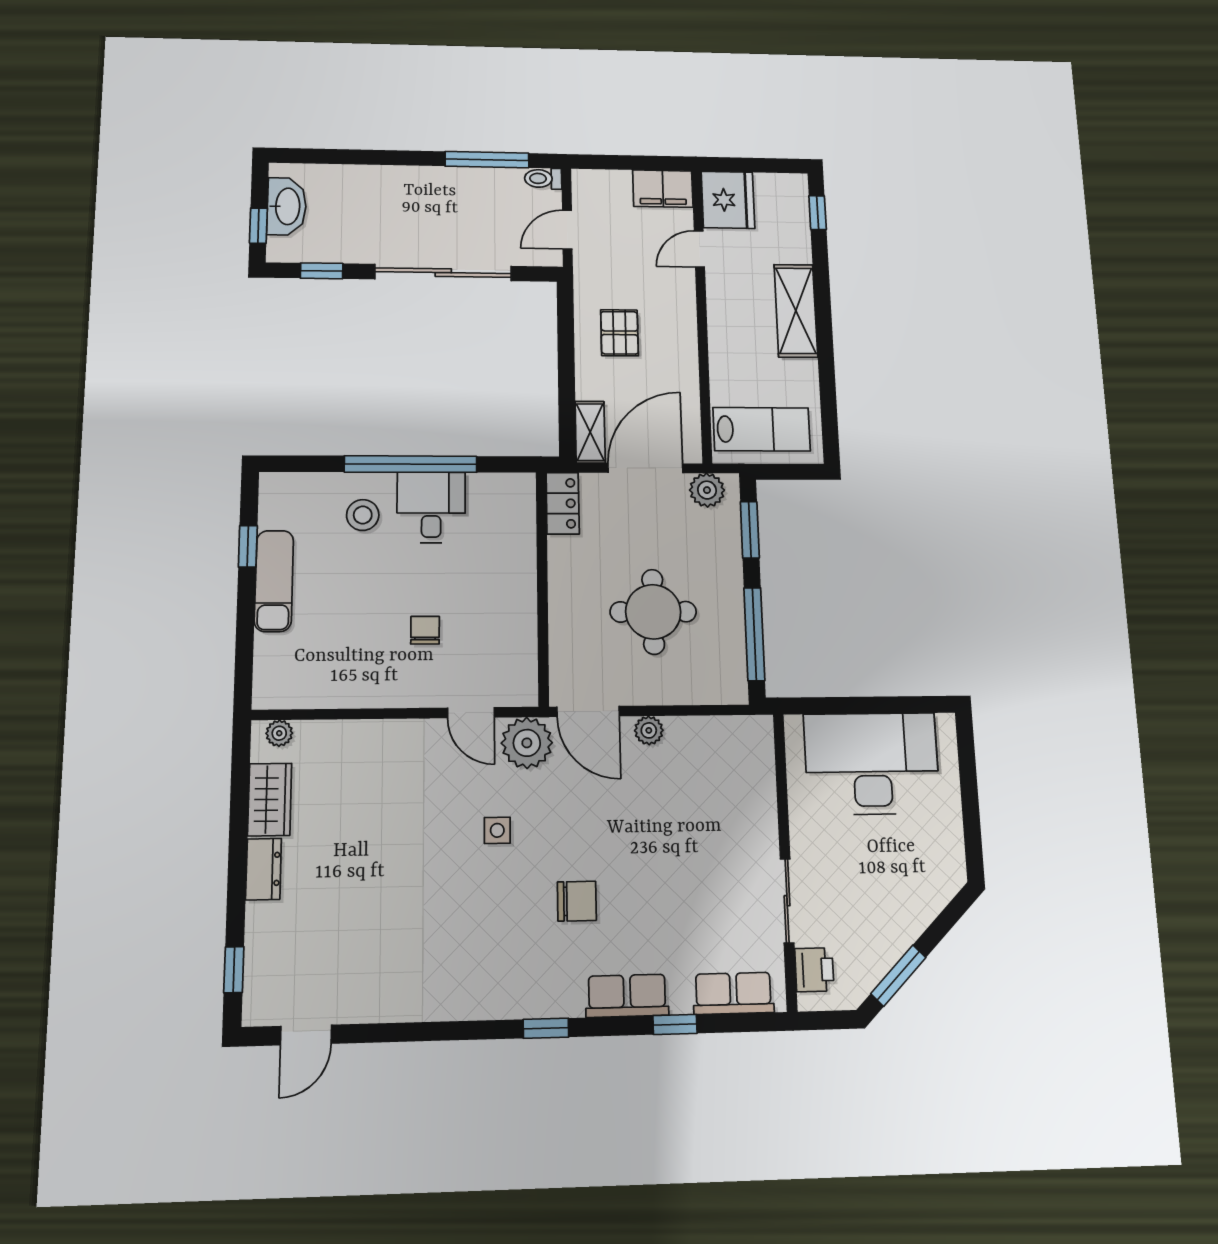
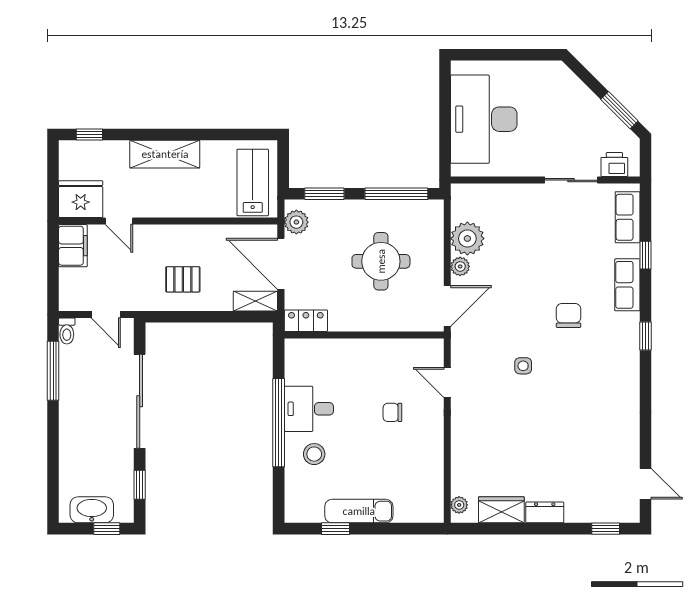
door: (471, 713) -> (447, 382), swing flipped
plant: (527, 743) -> (467, 238), moved

